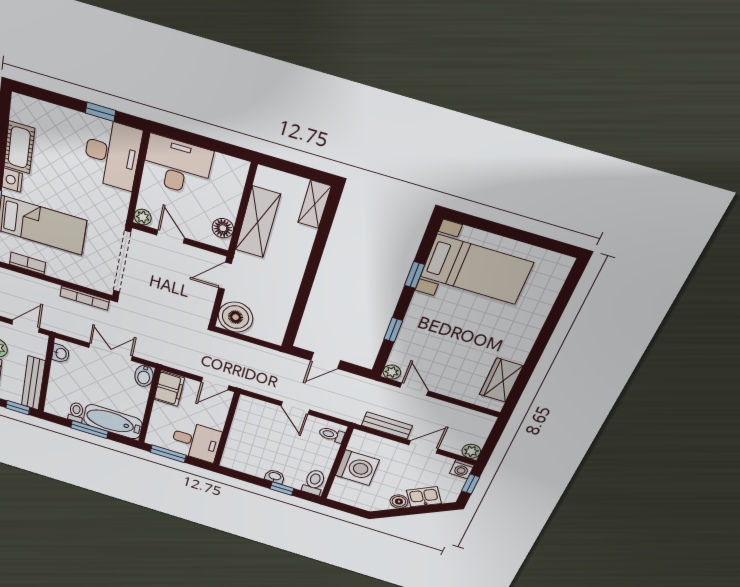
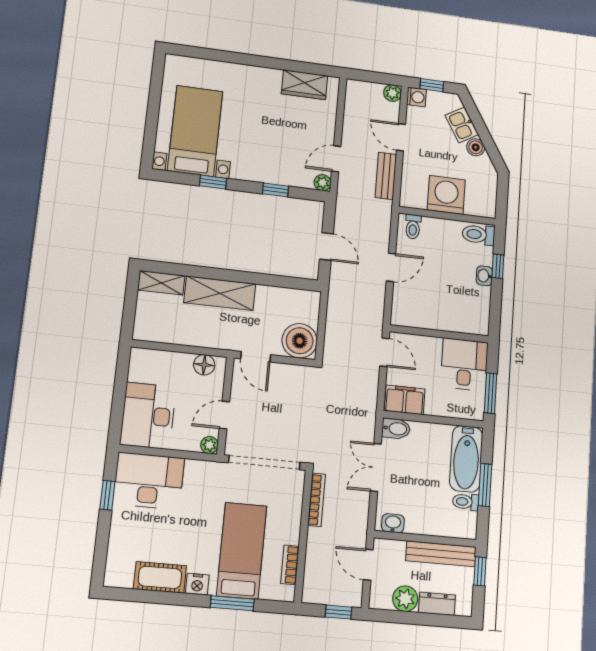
shelving: (258, 222) -> (220, 293), moved

